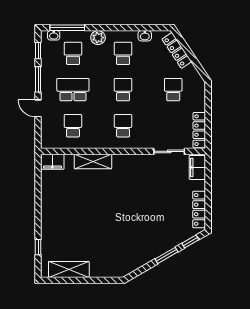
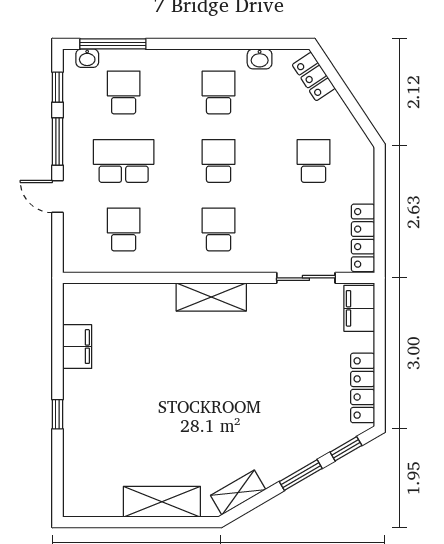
plant: (98, 38) -> (171, 62), removed
locker: (177, 50) -> (314, 77), width x0.66
shelving: (93, 161) -> (211, 297), moved
filing cabinet: (52, 162) -> (77, 347), moved, turned -90
window: (38, 247) -> (58, 414), moved
shelving: (133, 265) -> (238, 493), added
shelving: (69, 269) -> (162, 502), moved

